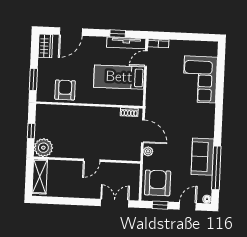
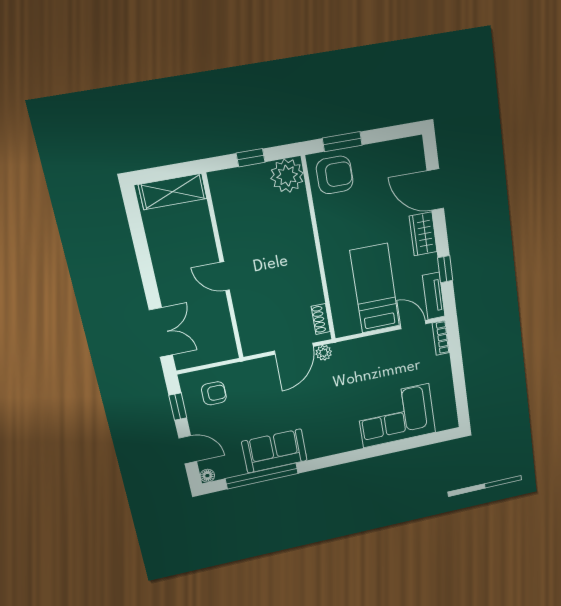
tv unit: (126, 43) -> (434, 296), width x0.71
wardrobe: (45, 46) -> (423, 234), moved, turned 90
armchair: (65, 90) -> (335, 175), moved
plant: (43, 148) -> (287, 176), moved
plant: (148, 151) -> (324, 353), moved
armchair: (158, 183) -> (214, 393), width x0.53, depth x0.53

